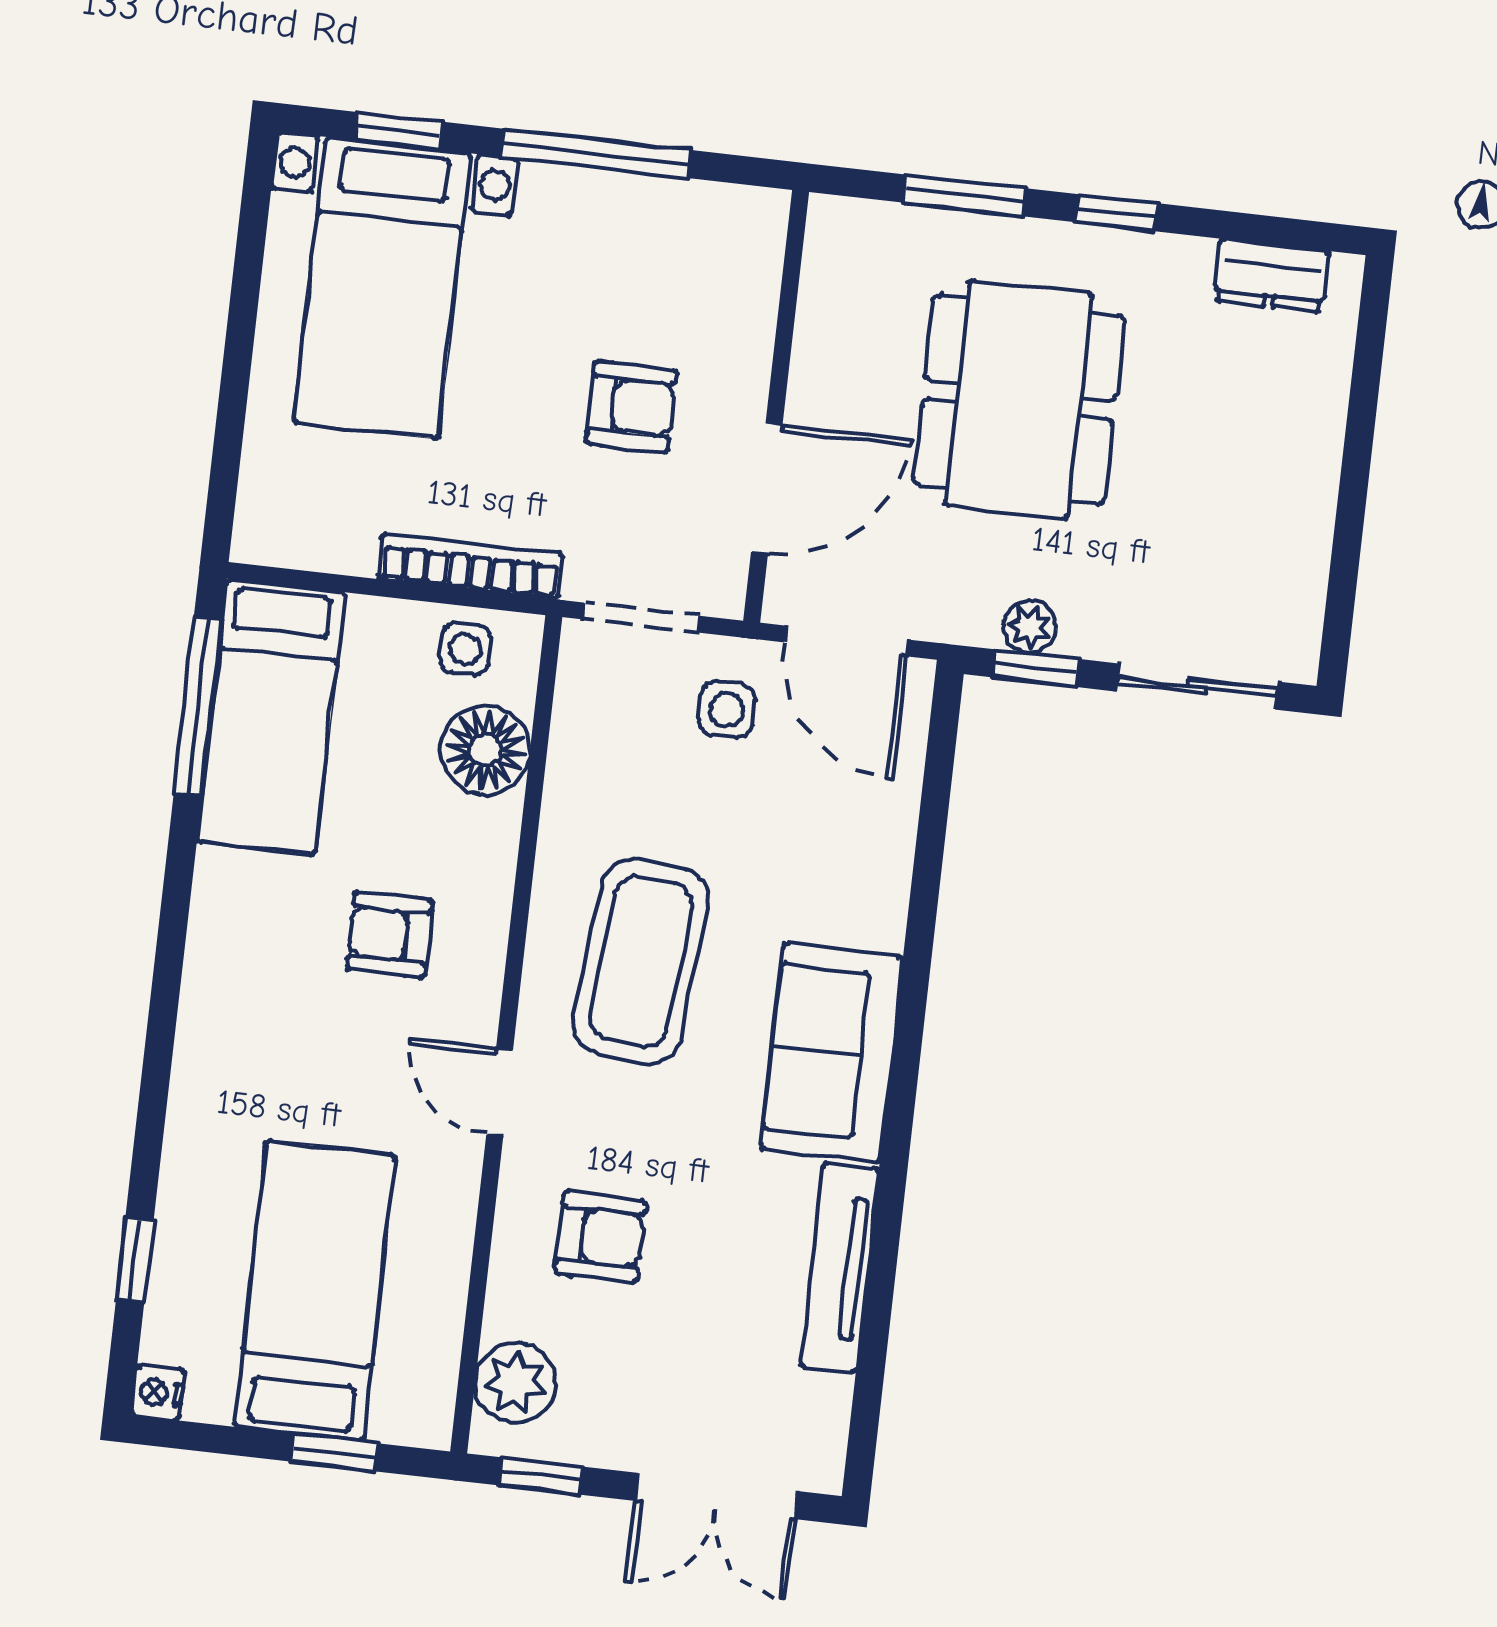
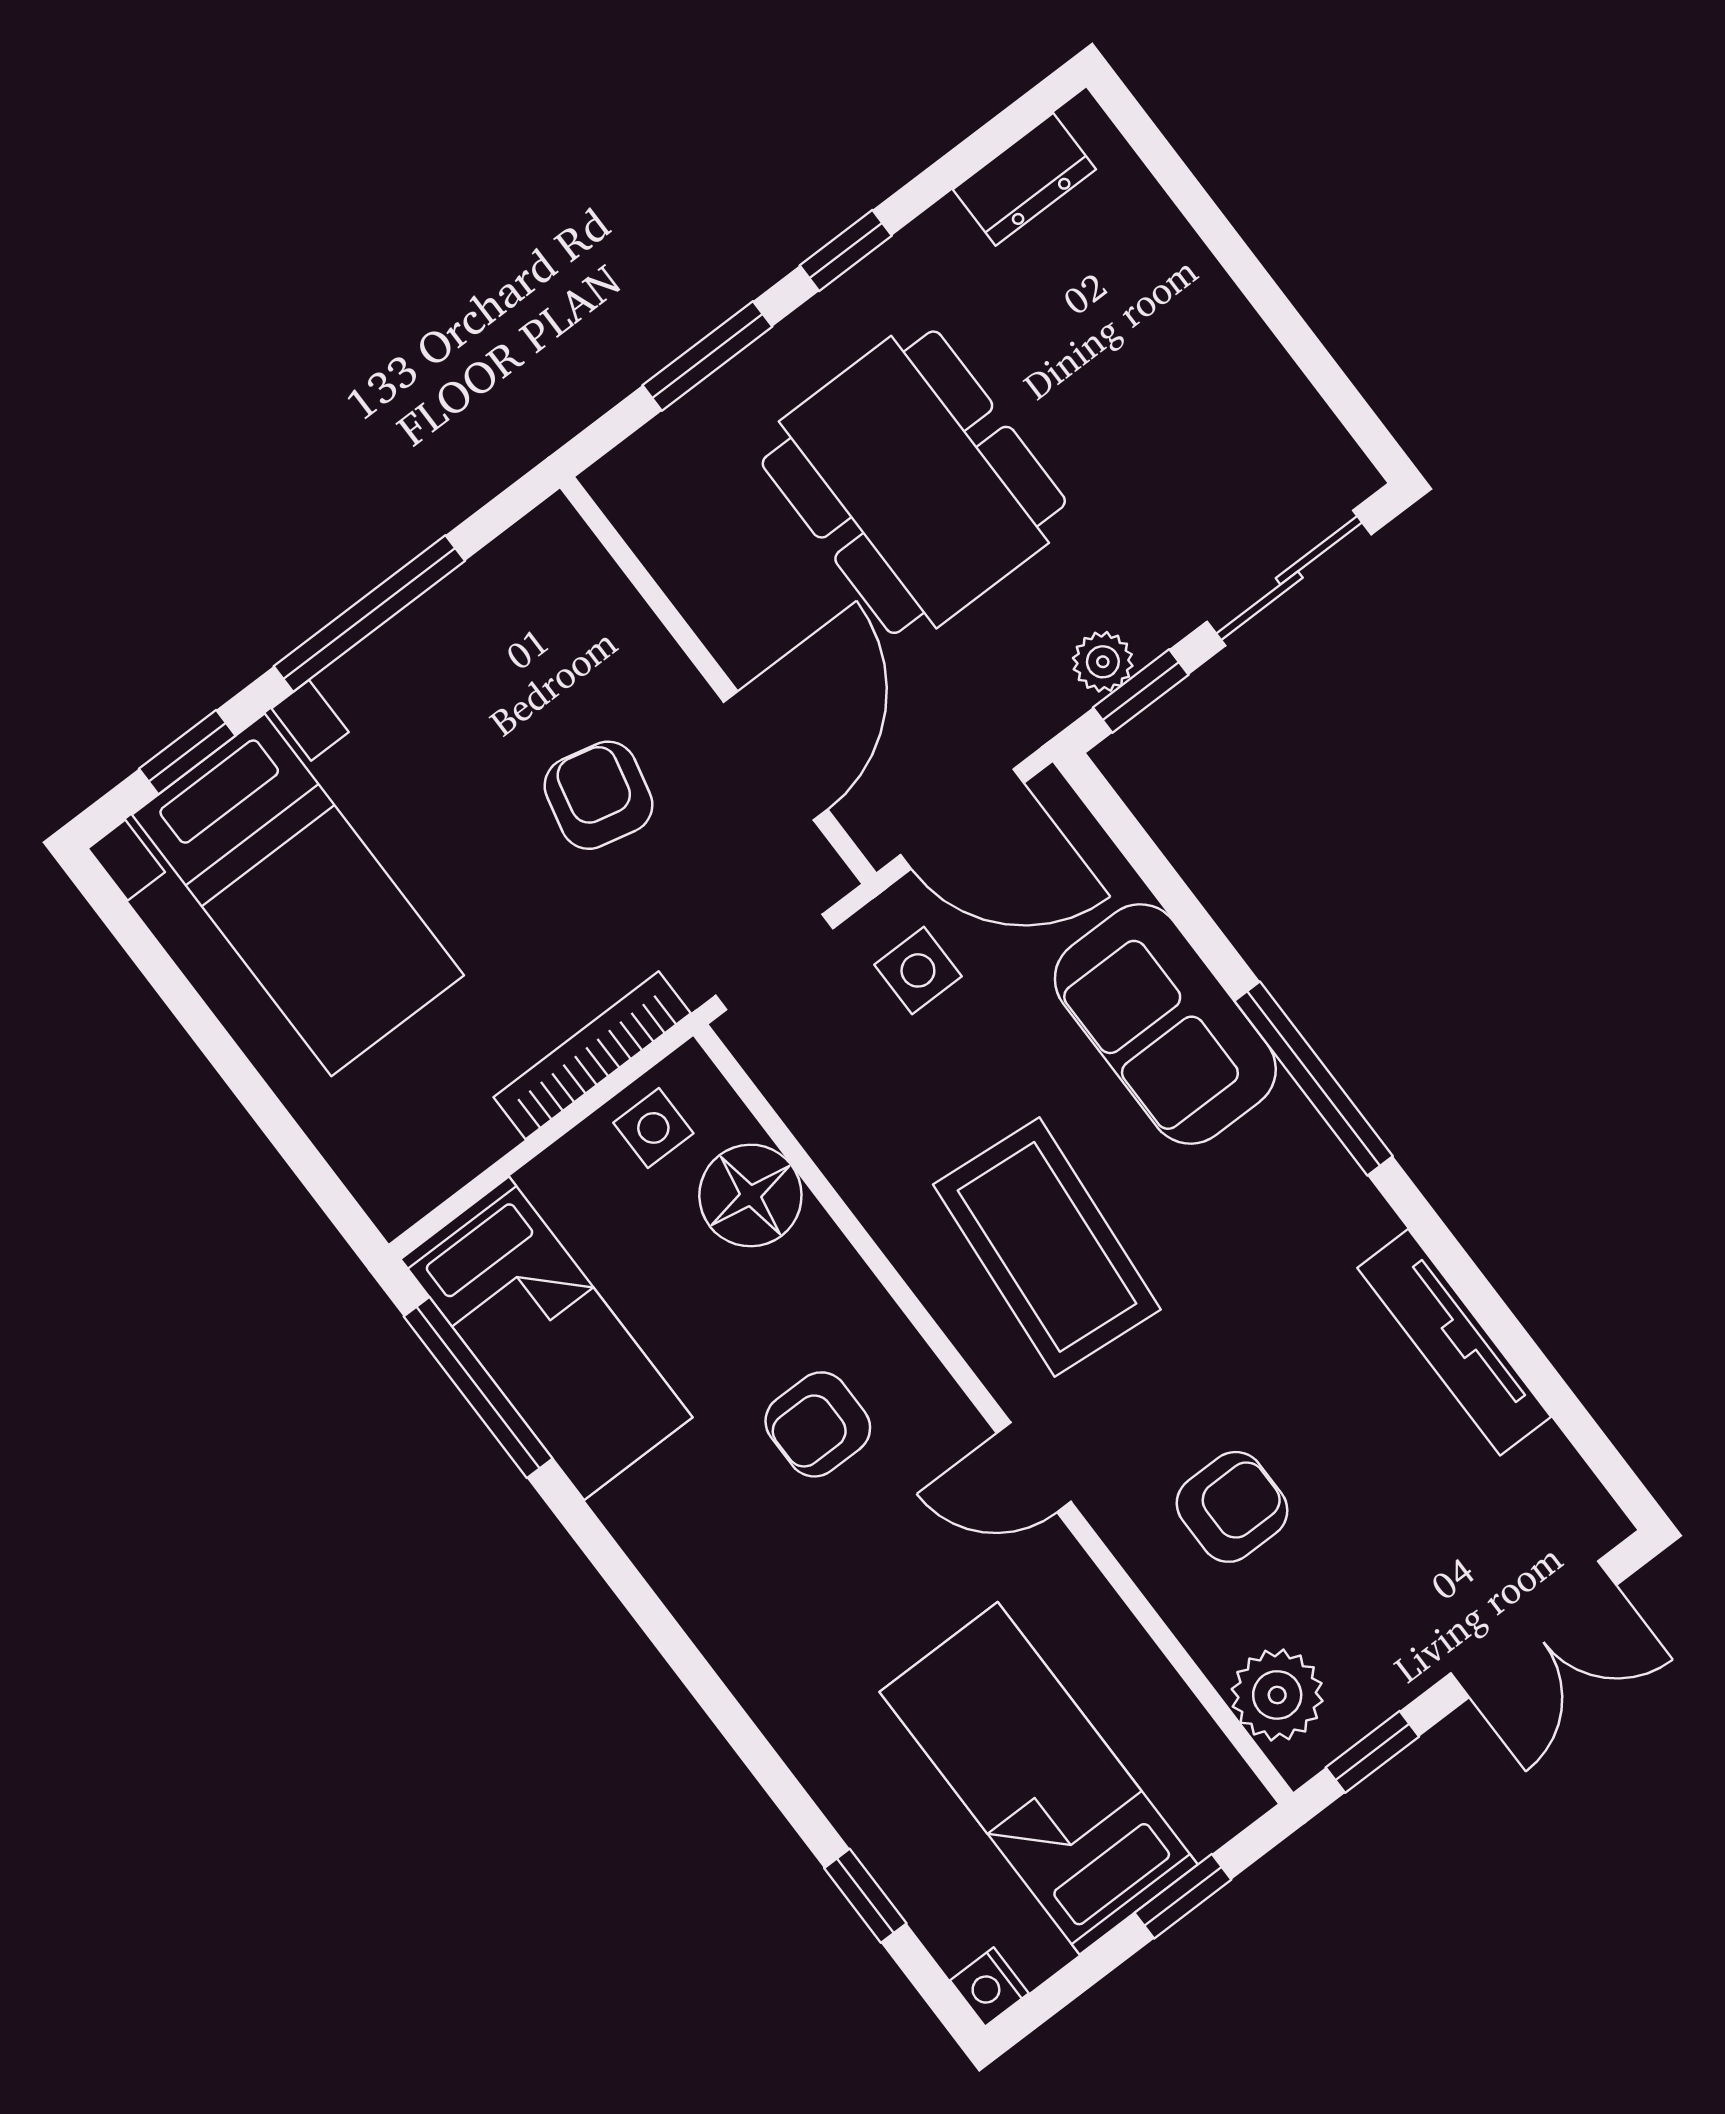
armchair: (631, 406) -> (599, 795), turned -77
window: (911, 1017) -> (1314, 1079), added
sofa: (832, 1053) -> (1165, 1024), moved

